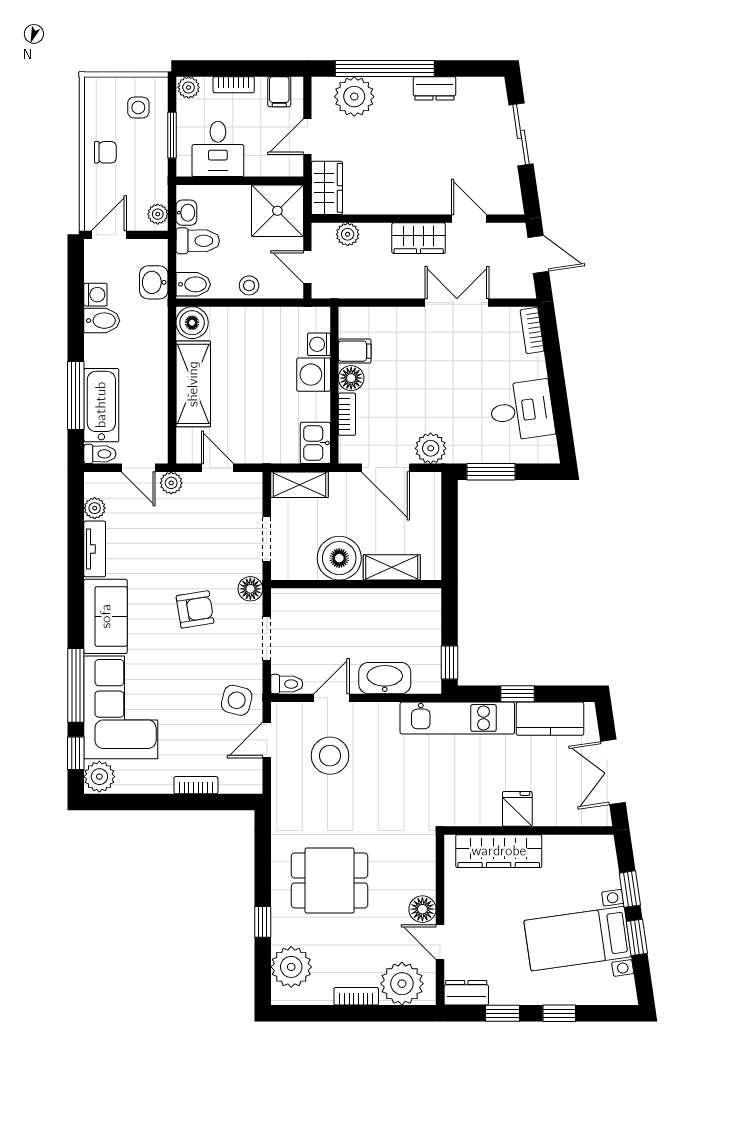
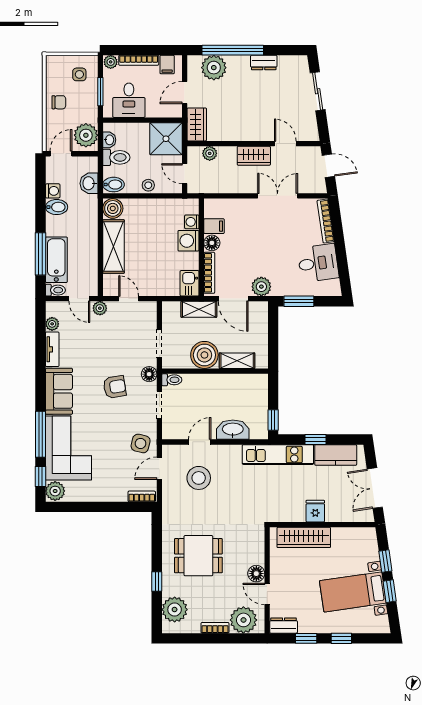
bookcase: (234, 85) -> (139, 60), width x1.56
plant: (158, 214) -> (86, 135), width x1.88, depth x1.88
bookcase: (532, 331) -> (326, 221), width x1.56
bookcase: (347, 414) -> (209, 273), width x1.56
shelving: (299, 485) -> (199, 309), moved
toilet: (287, 684) -> (172, 380), moved
bookcase: (196, 785) -> (142, 496), moved

